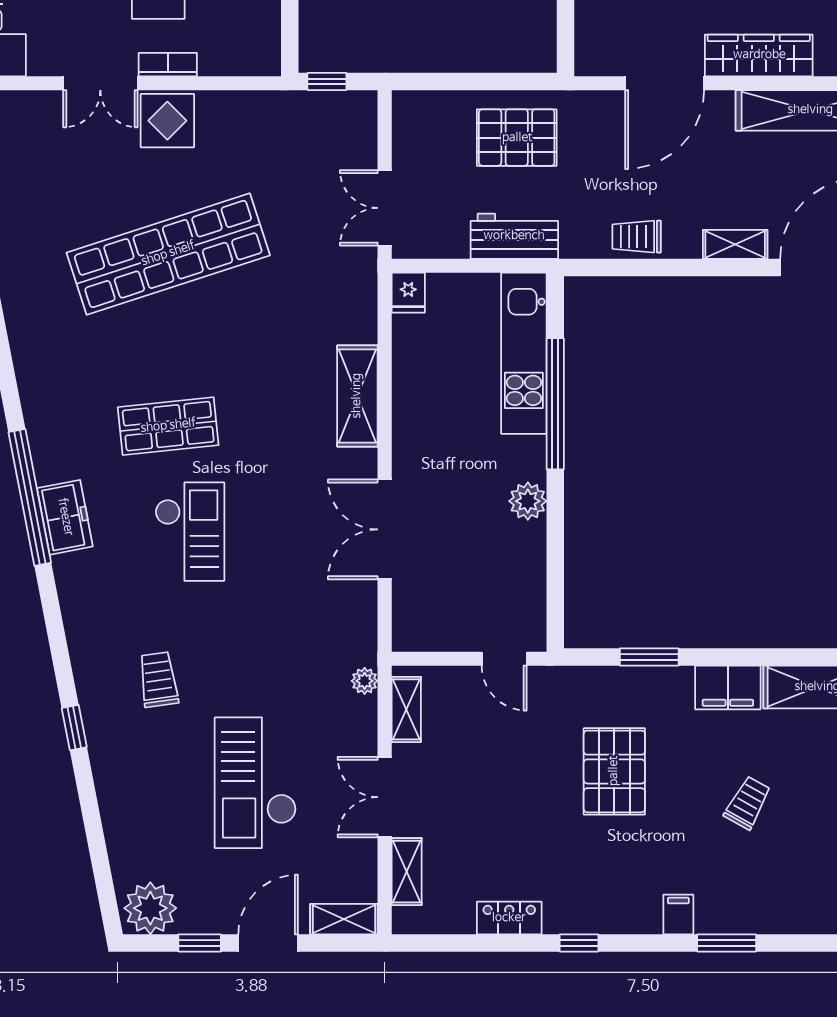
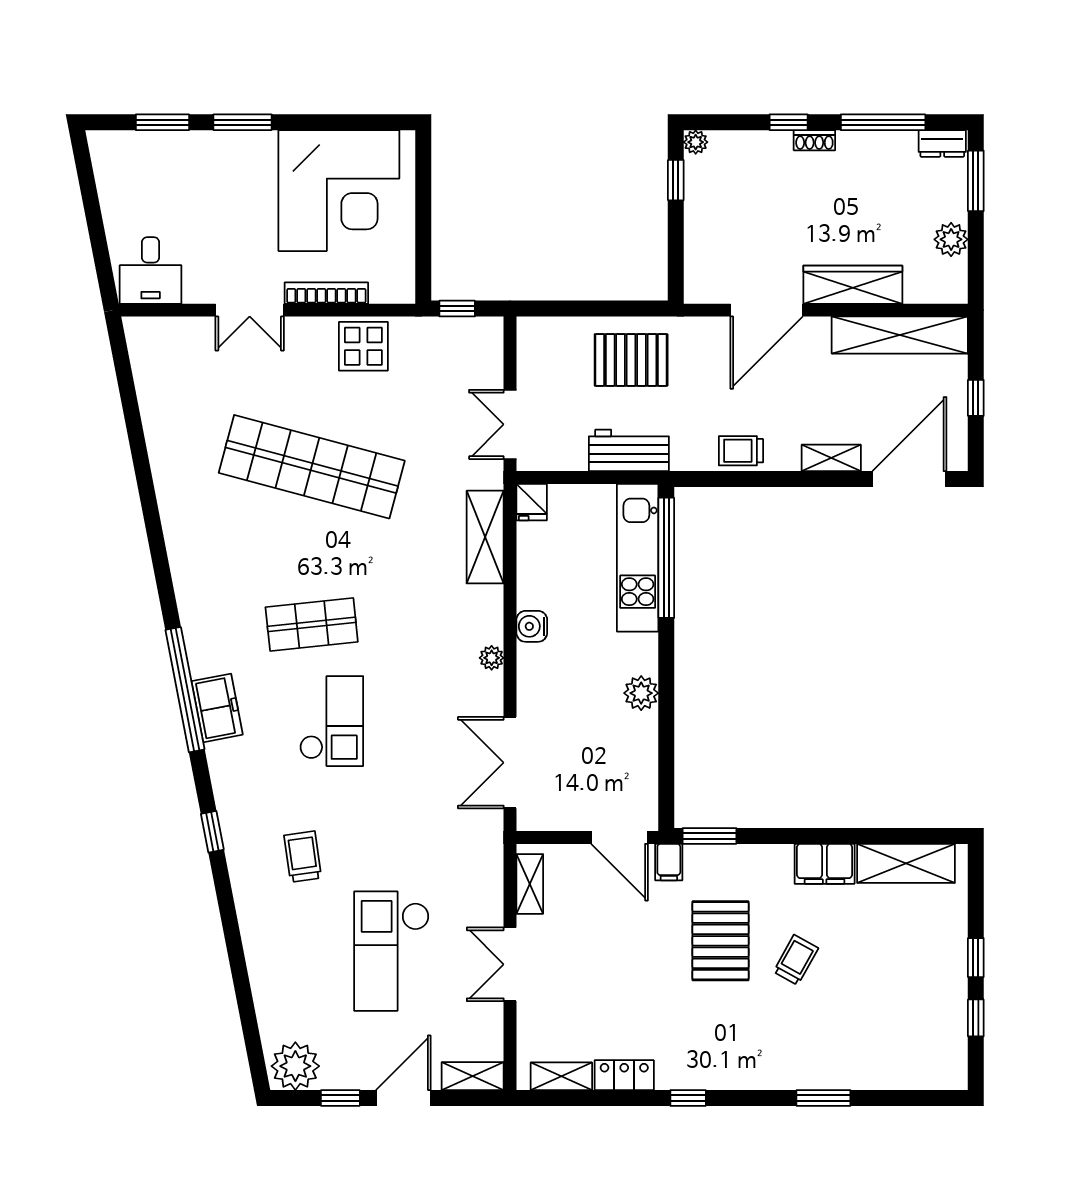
bookcase: (168, 65) -> (326, 293), width x1.56
display table: (167, 121) -> (363, 346), moved
shop shelf: (168, 254) -> (312, 467), turned 33
shelving: (357, 396) -> (485, 537), moved
window: (555, 404) -> (666, 558), moved
water cooler: (408, 428) -> (532, 626), added
double door: (385, 529) -> (510, 763), moved
window: (649, 657) -> (709, 836), moved
door: (504, 659) -> (620, 837), width x1.38
plant: (365, 681) -> (492, 658), moved
window: (74, 728) -> (212, 832), moved
trolley: (748, 803) -> (796, 960), moved
shelving: (407, 872) -> (561, 1076), moved, turned 90
filing cabinet: (678, 914) -> (669, 862), moved, turned 180

